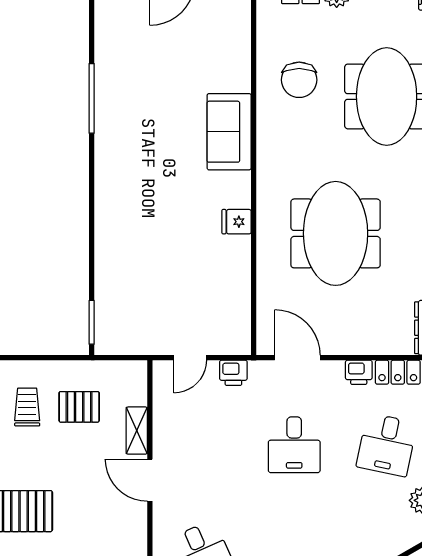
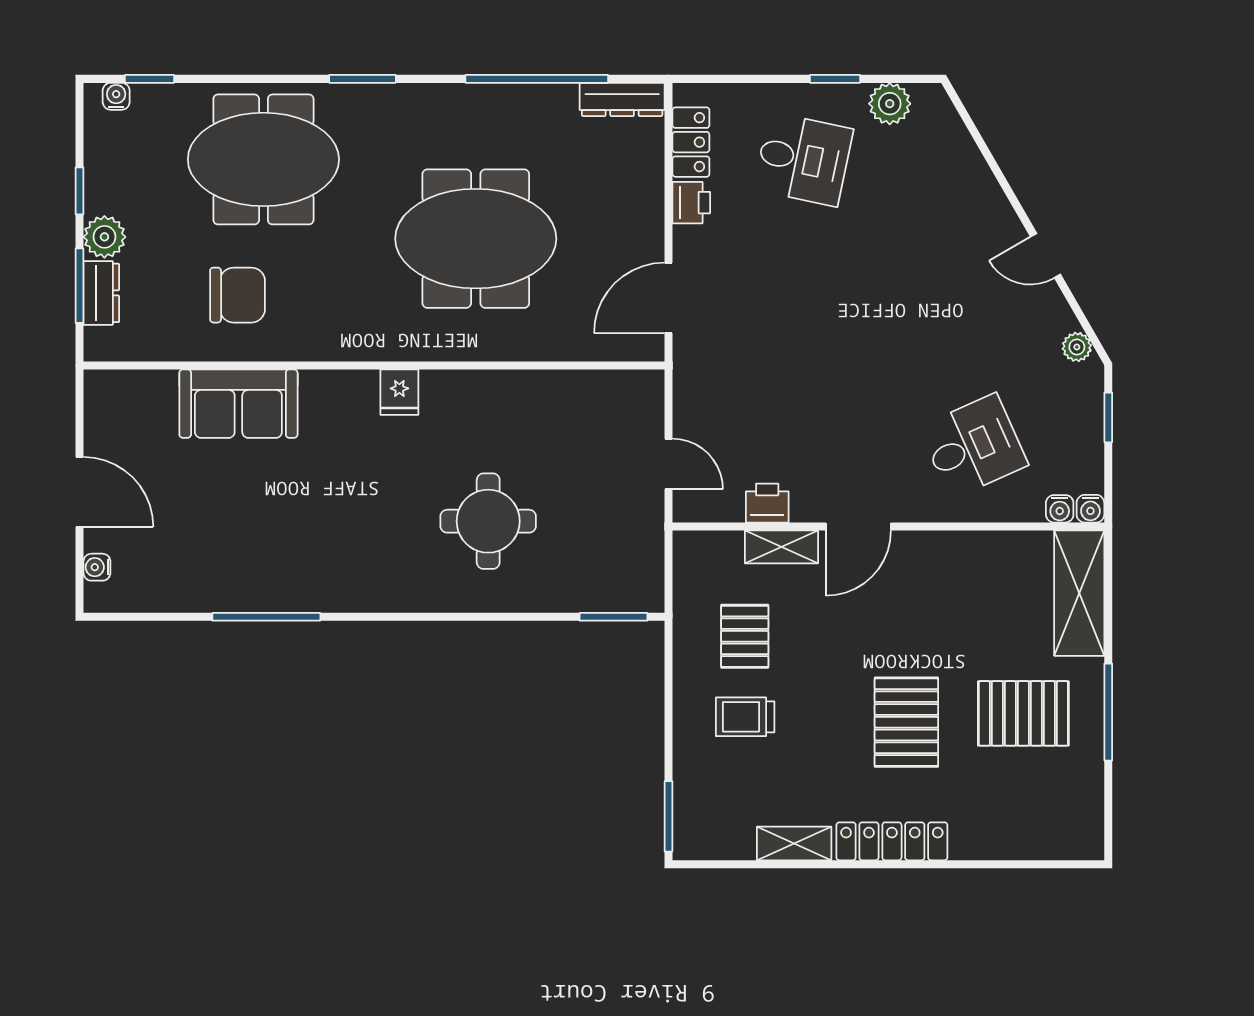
sofa: (229, 132) -> (238, 404), moved
fridge: (237, 222) -> (399, 392), moved
round table: (153, 241) -> (488, 521), added
printer: (233, 373) -> (767, 503), moved, turned -90
desk: (294, 445) -> (803, 303), removed

